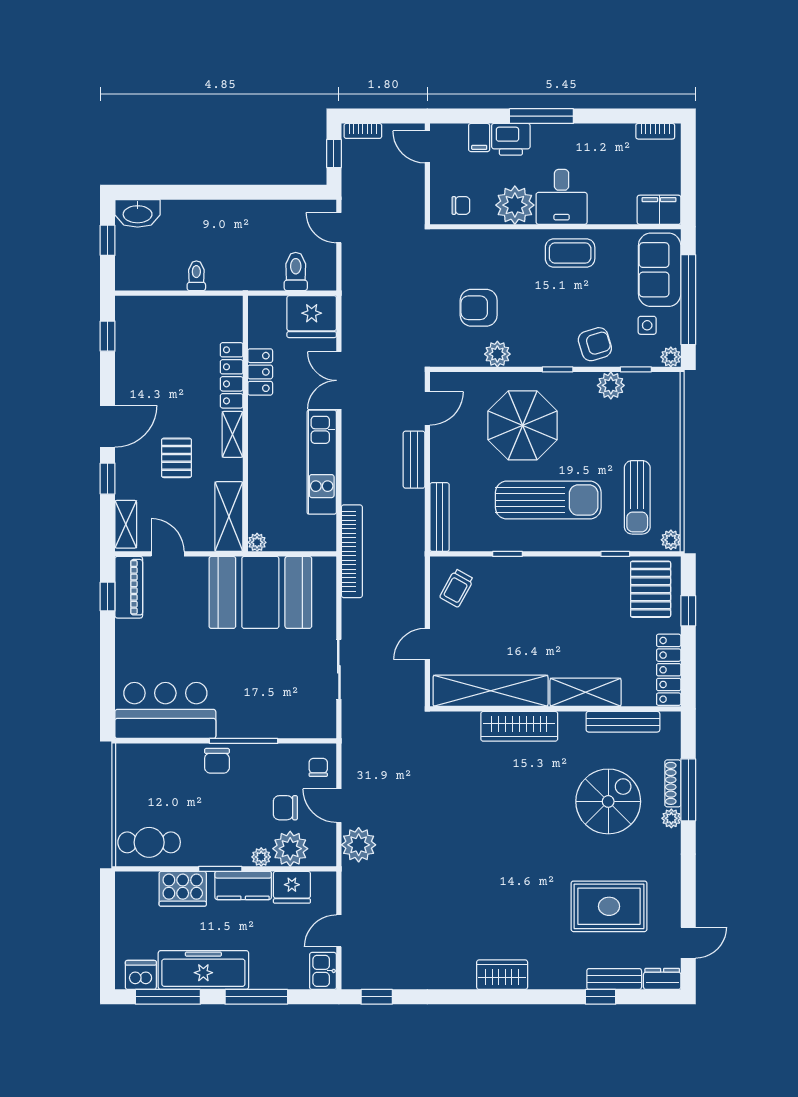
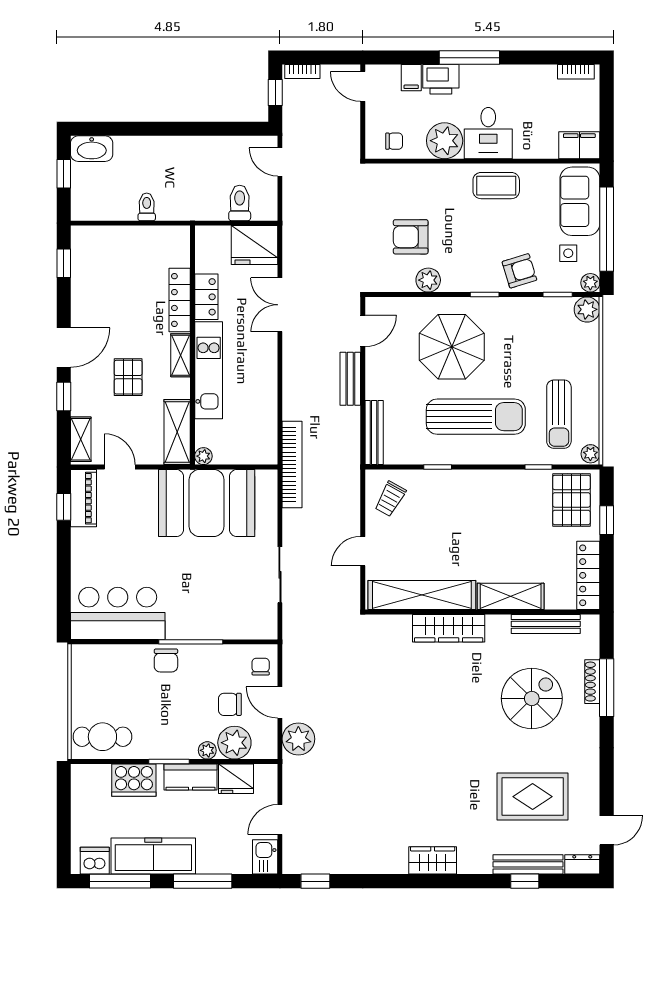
plant: (611, 385) -> (587, 309), moved
kitchen unit: (322, 462) -> (209, 370), moved, turned 180
plant: (671, 818) -> (591, 714), removed
bench: (614, 979) -> (528, 864), width x1.36

